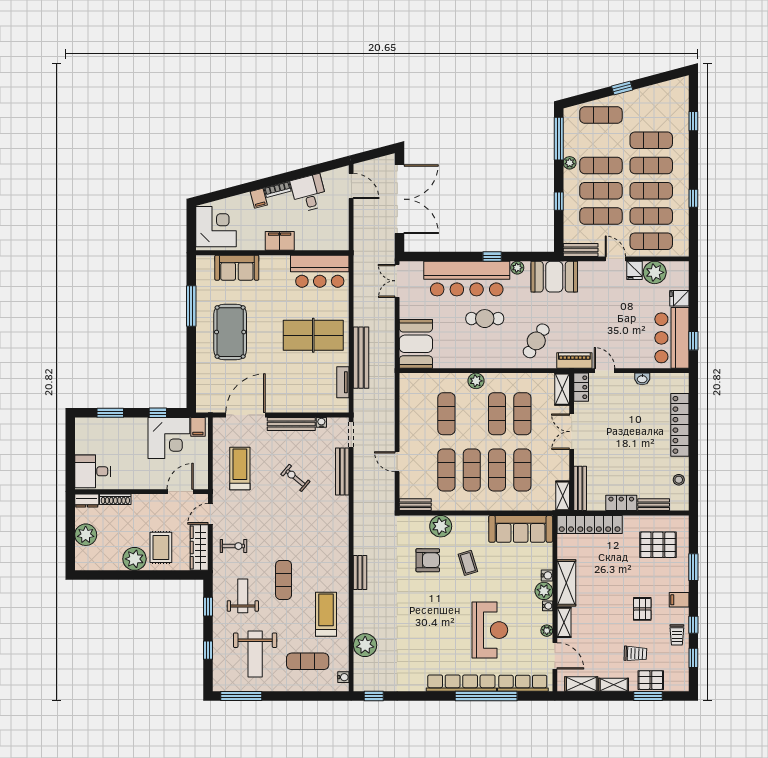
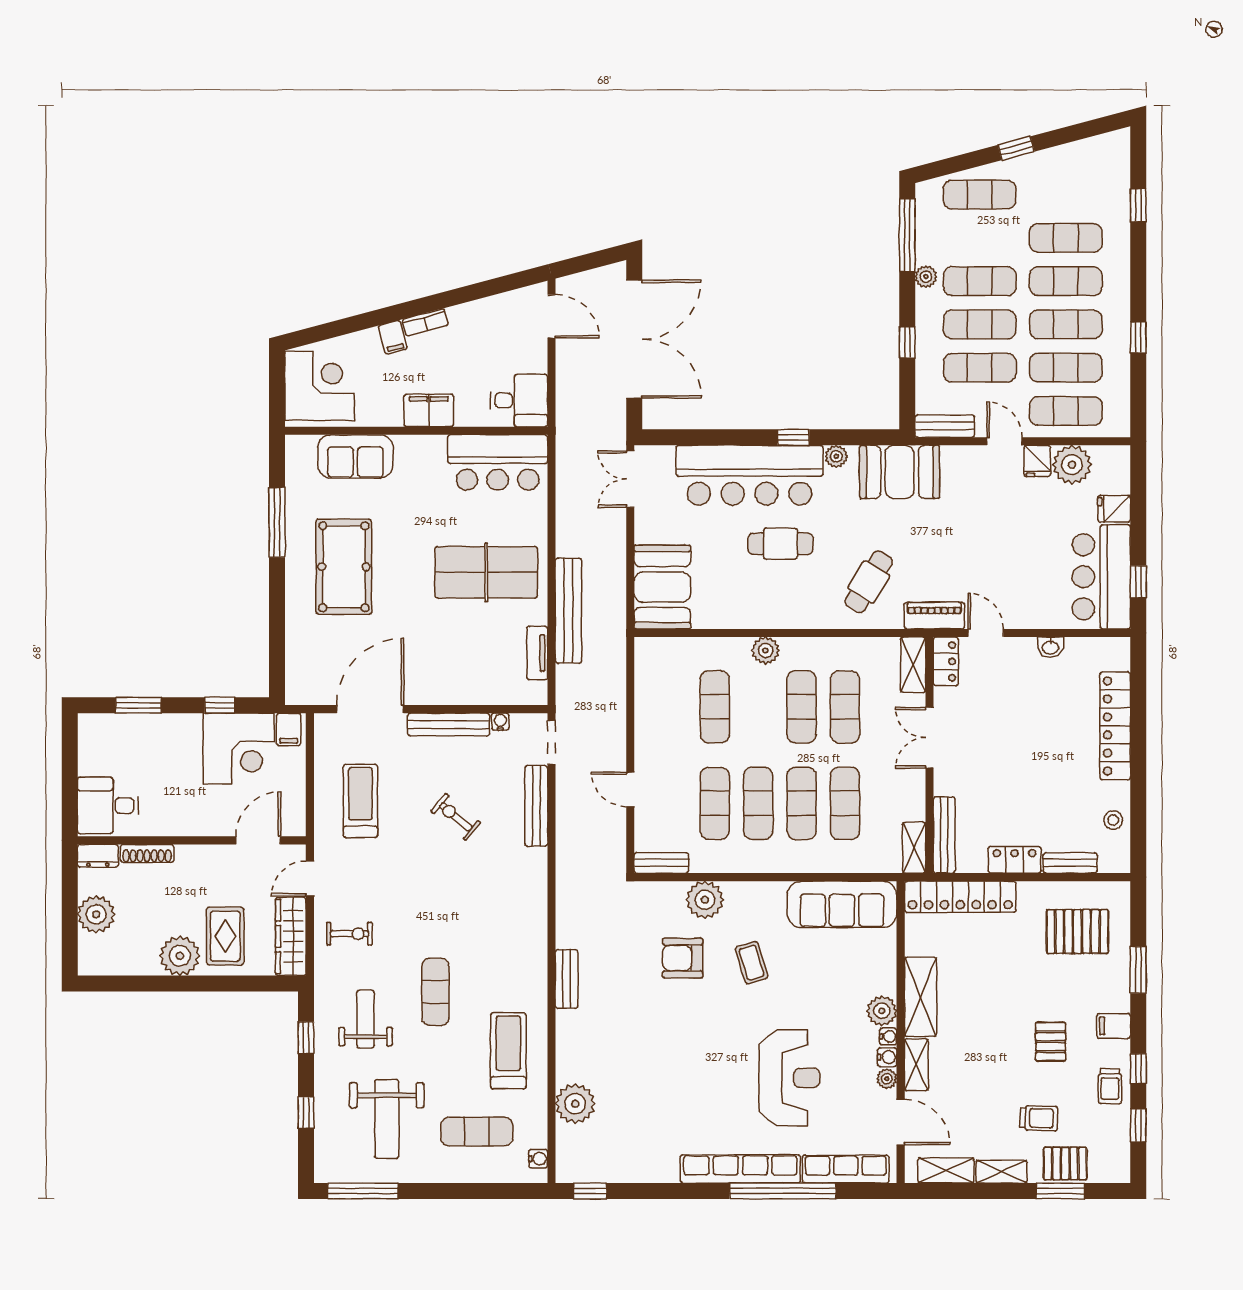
desk: (309, 193) -> (519, 400), moved, turned 105
armchair: (428, 560) -> (683, 958), turned 180
water cooler: (547, 575) -> (887, 1057), moved

